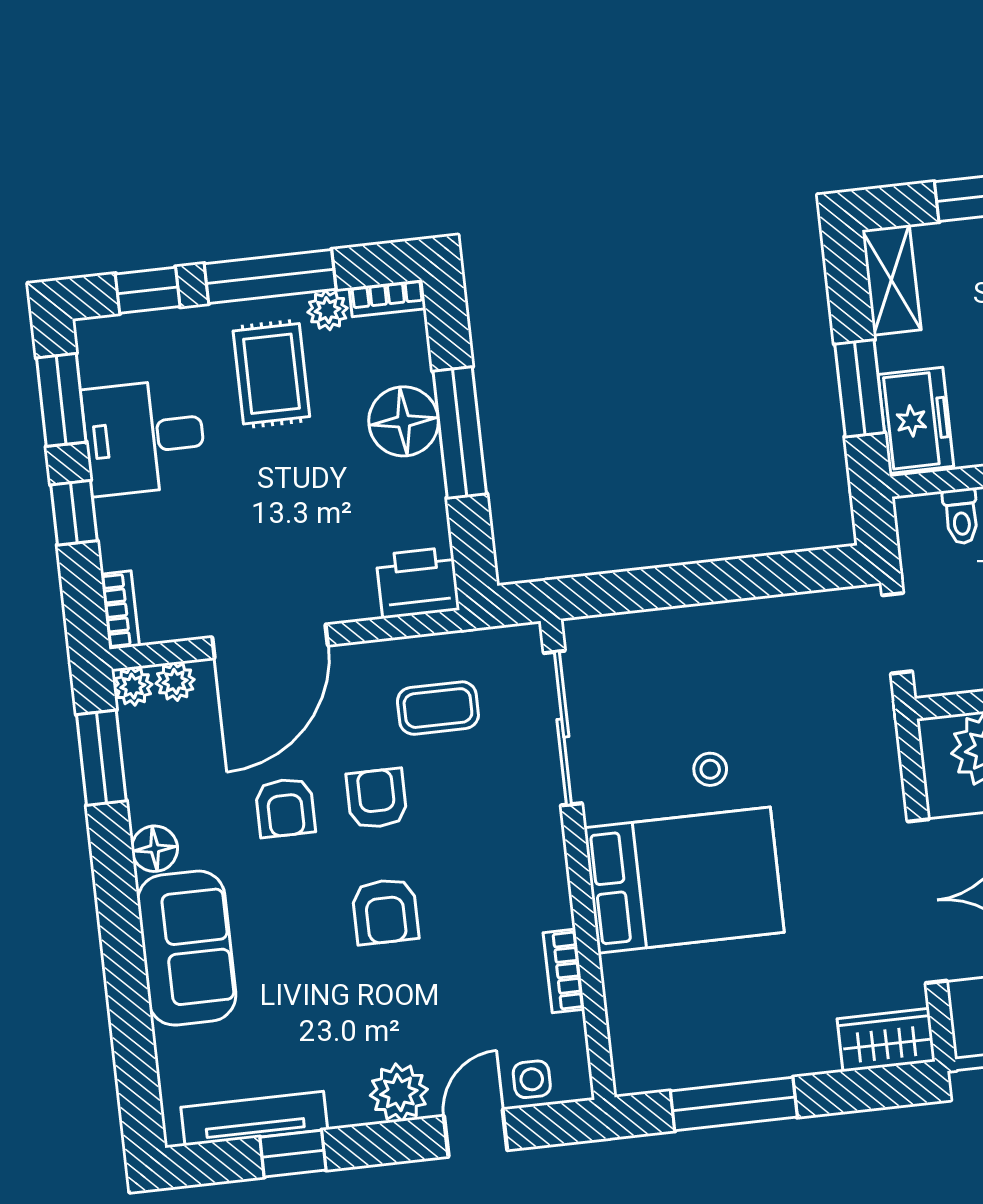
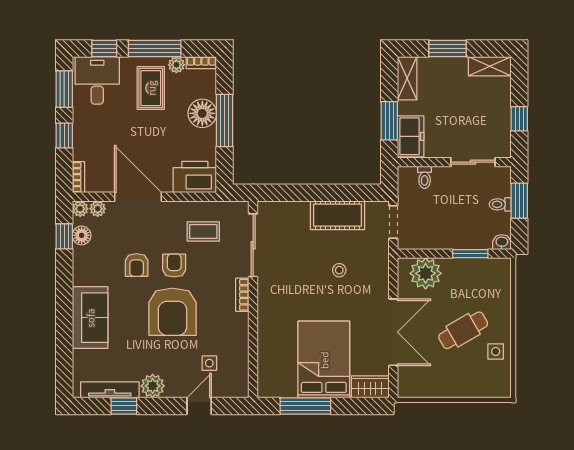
desk: (144, 437) -> (97, 80), moved, turned 90
printer: (418, 583) -> (195, 177), width x1.37, depth x1.19
cot: (760, 632) -> (338, 215), added
door: (270, 641) -> (138, 197), swing flipped
window: (101, 758) -> (64, 236), width x0.67
stool: (710, 769) -> (339, 270), moved
floor lamp: (155, 849) -> (82, 235), moved
bed: (684, 880) -> (324, 360), moved, turned -90
armchair: (385, 911) -> (172, 312), width x1.88, depth x1.88
bookcase: (564, 971) -> (242, 295), moved
side table: (532, 1079) -> (209, 363), moved
plant: (399, 1092) -> (153, 386), moved

